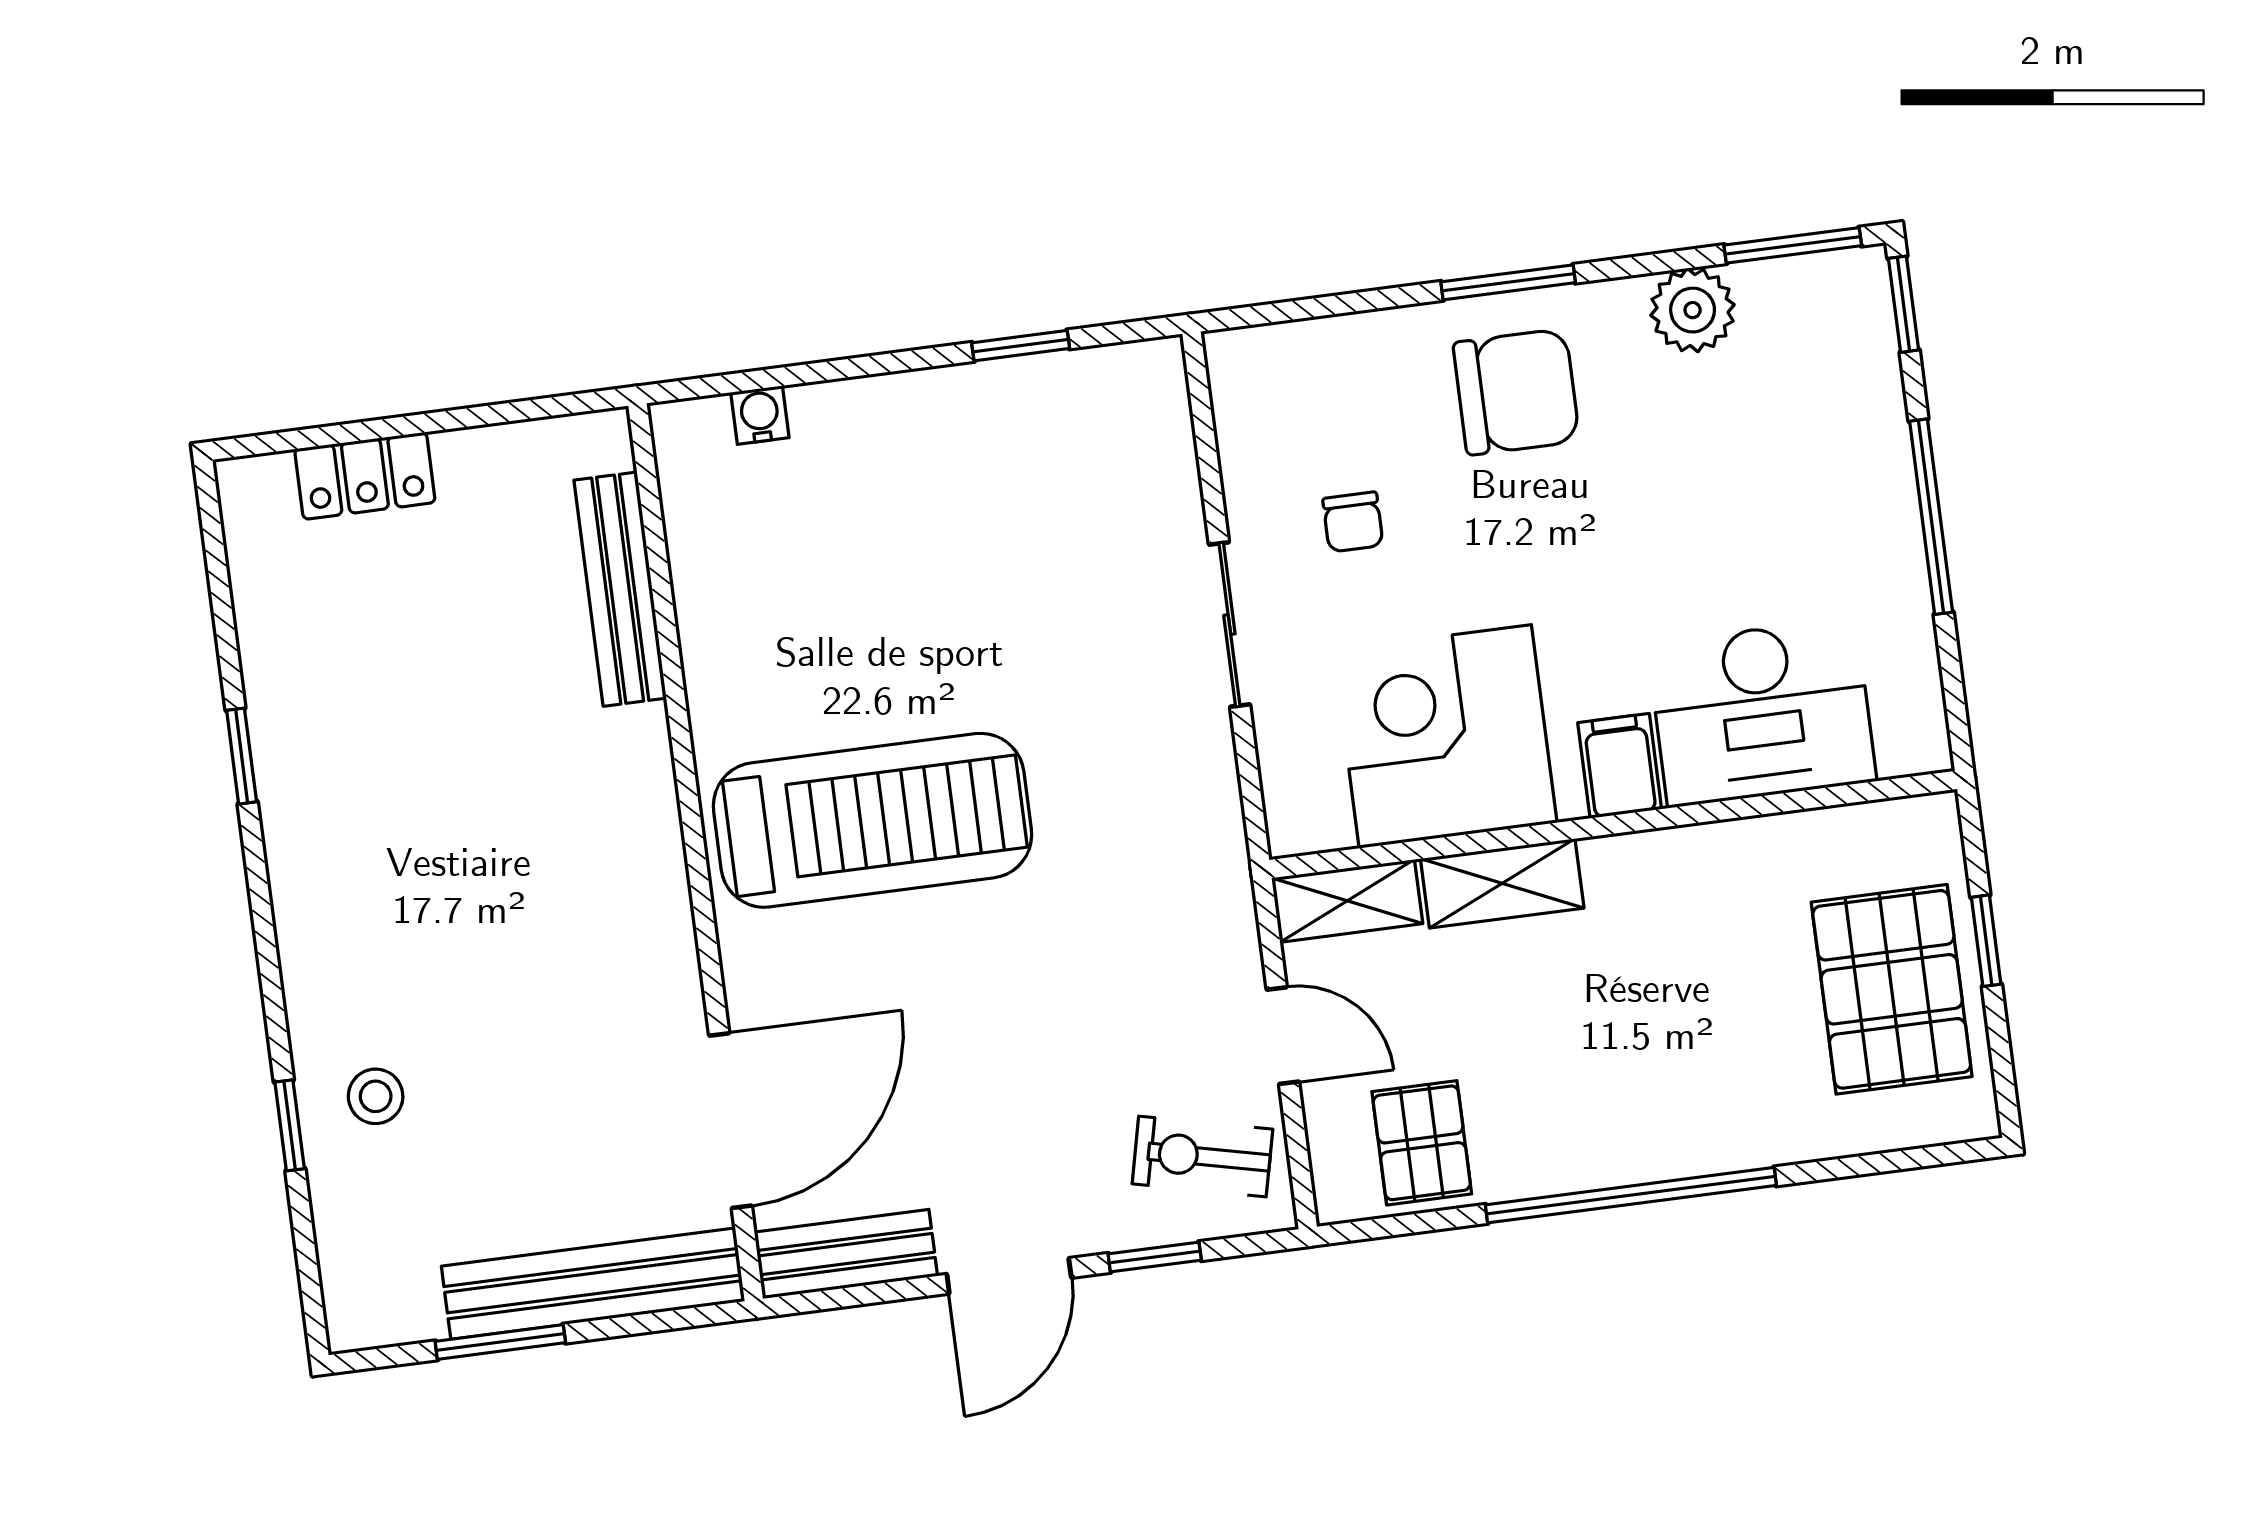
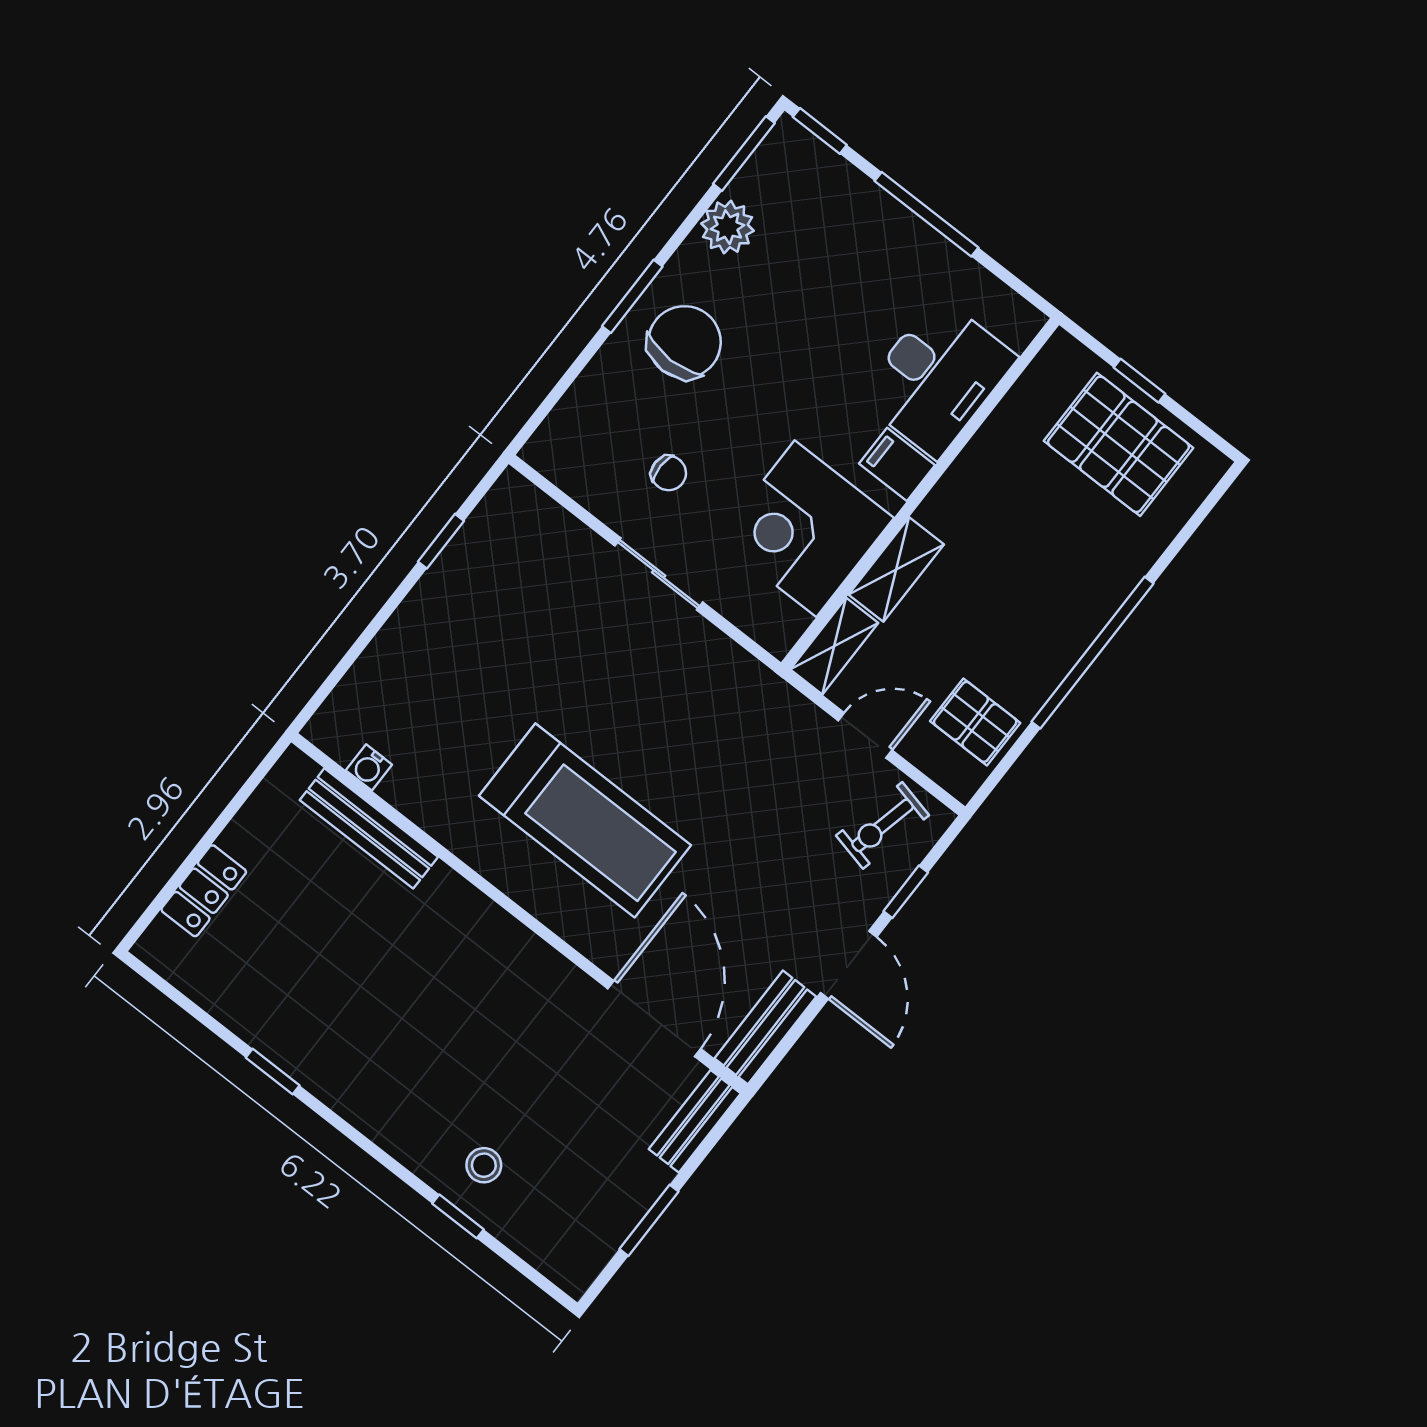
water cooler: (760, 415) -> (369, 767), moved, turned -90
treadmill: (873, 820) -> (585, 821), turned 90
bench: (593, 1284) -> (695, 1121), width x0.54, depth x0.82

